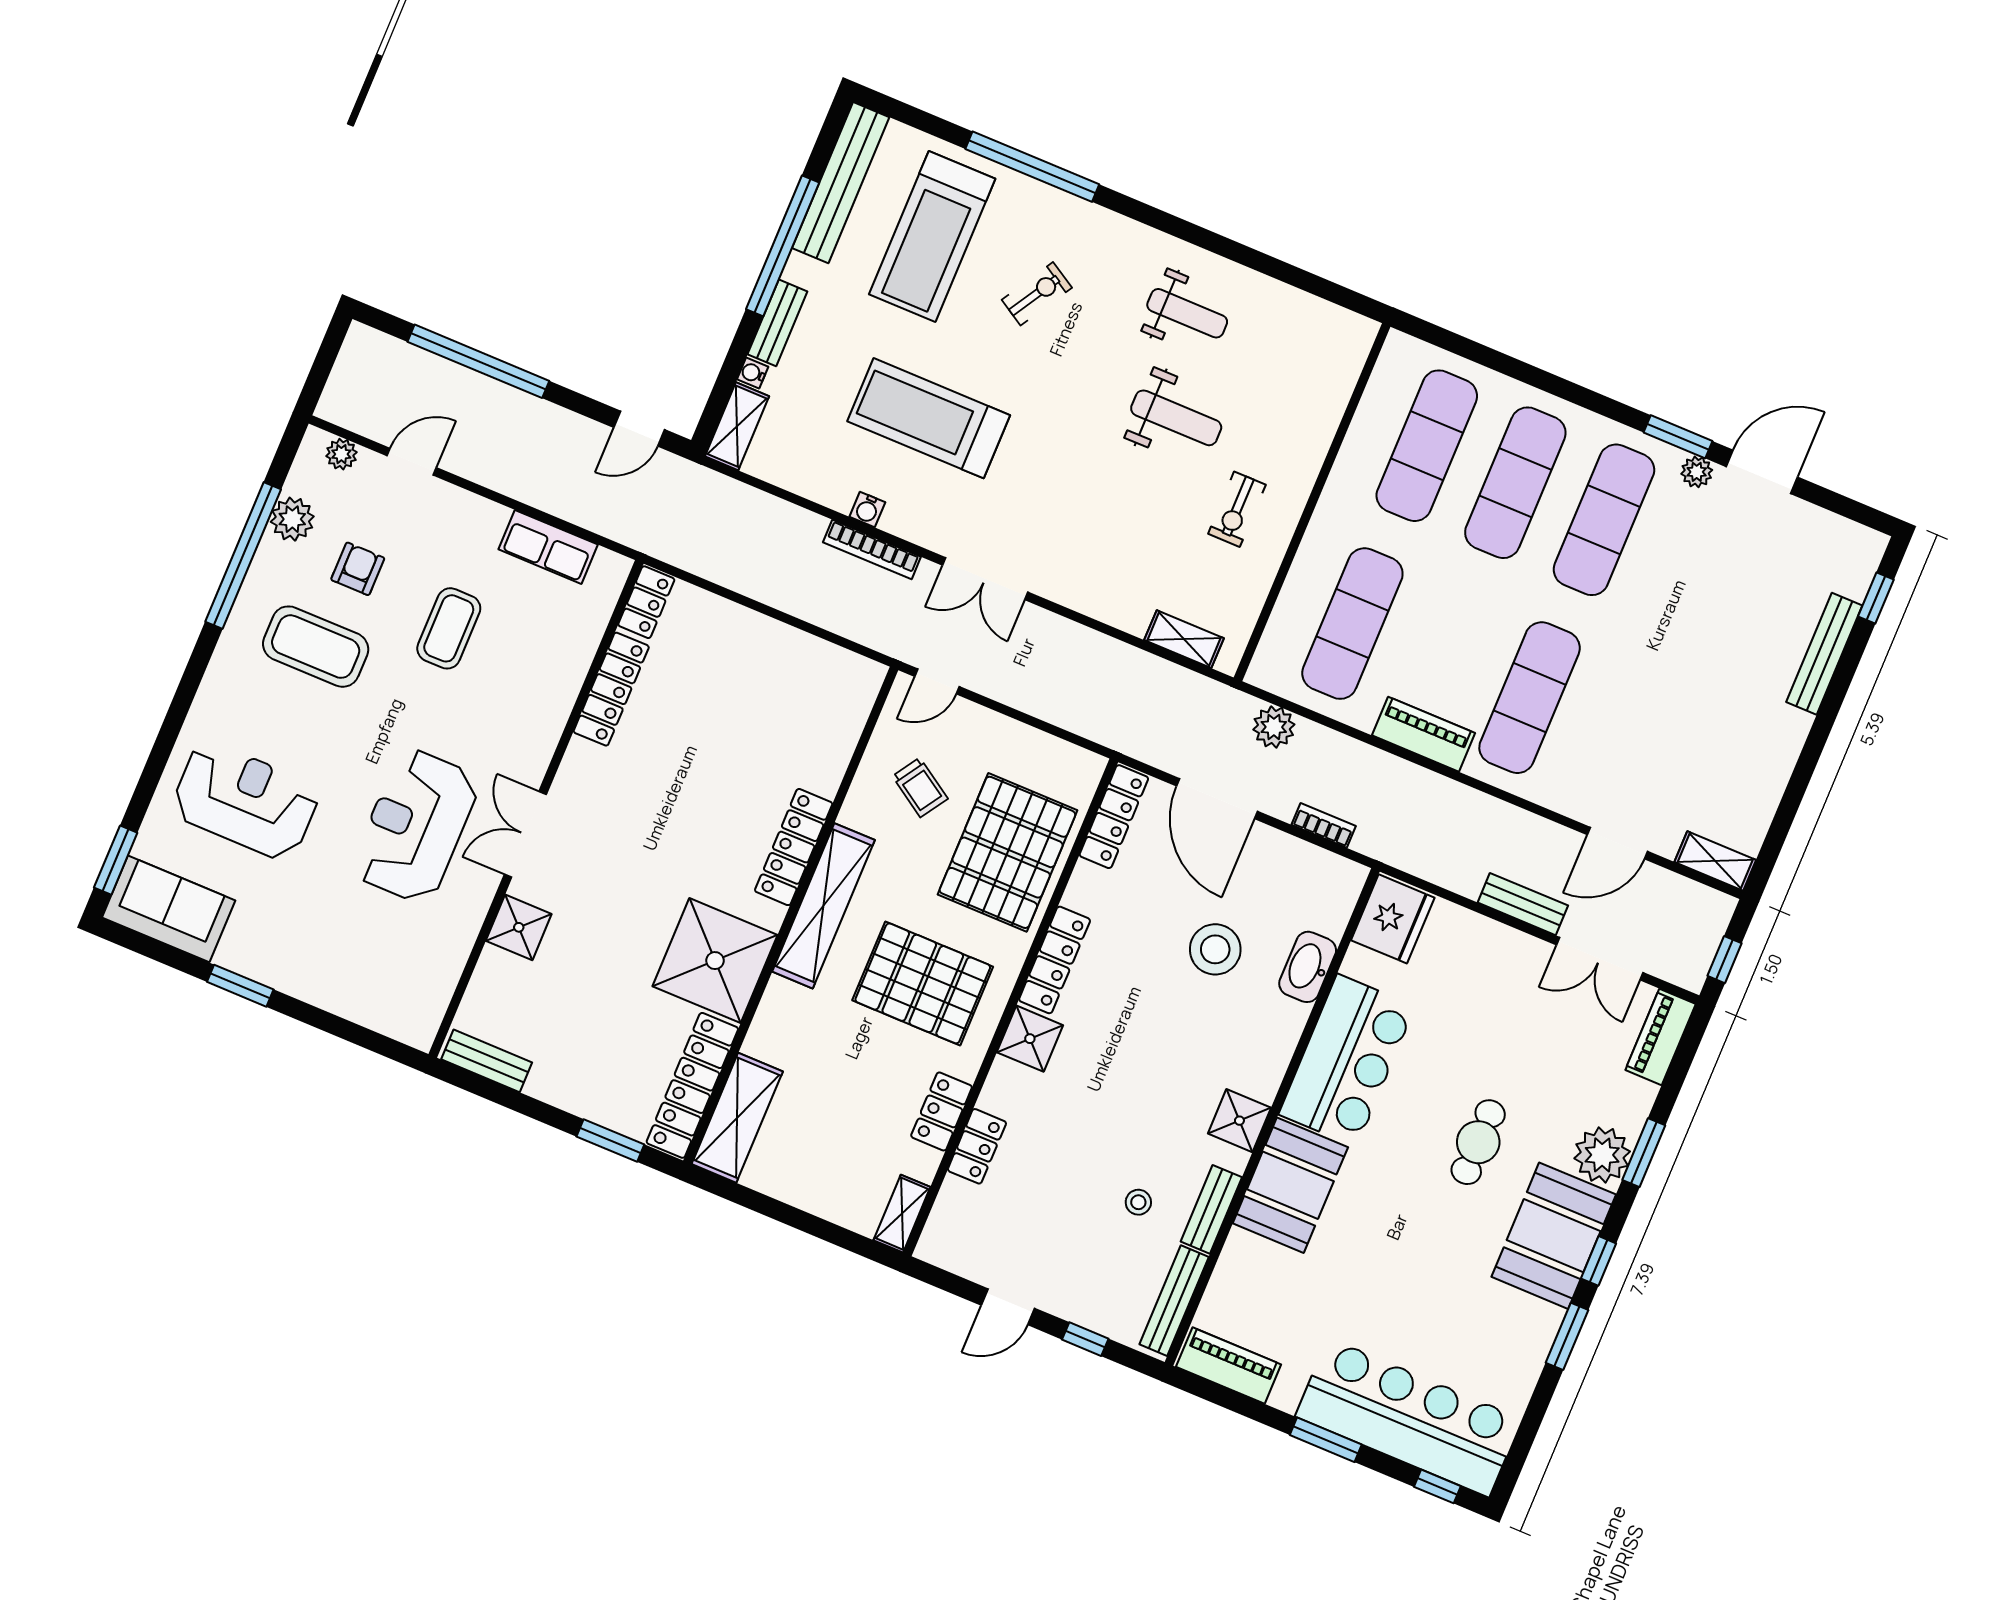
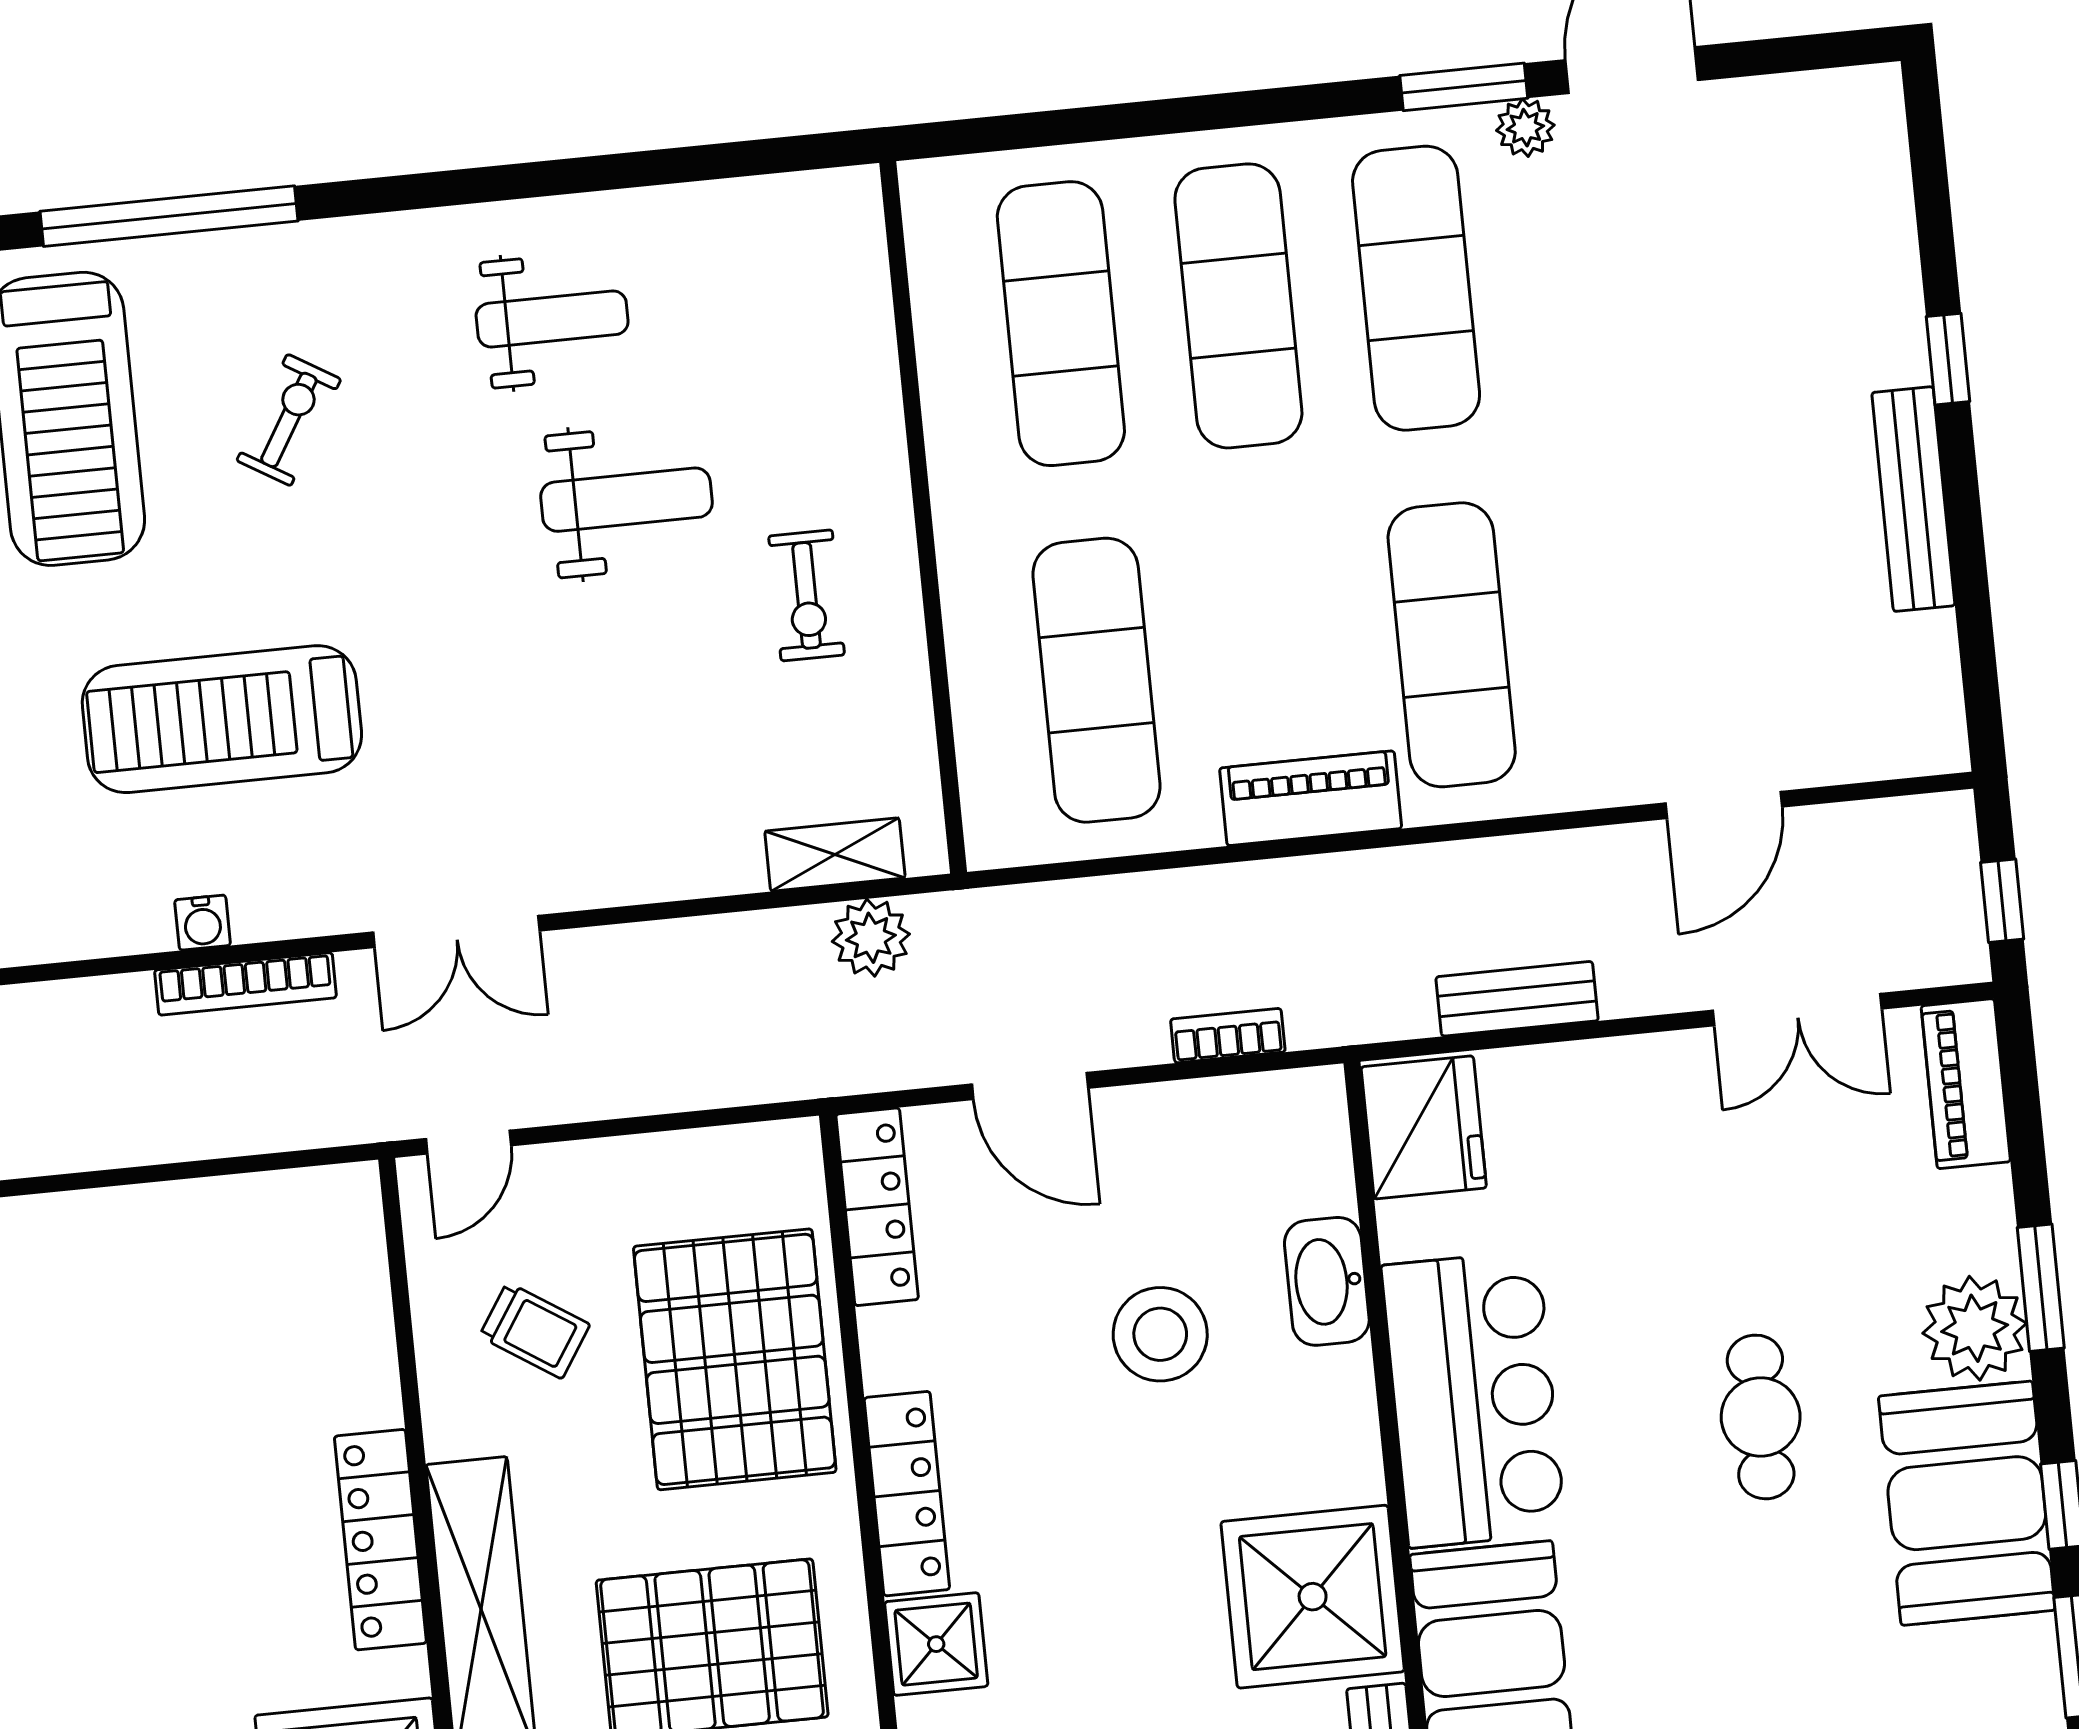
window: (1876, 598) -> (1948, 359), moved
bench: (1824, 654) -> (1913, 499), moved
plant: (1274, 727) -> (871, 938), moved
door: (1217, 799) -> (1030, 1086), width x0.73
shelving: (1715, 861) -> (1900, 748), removed
bench: (1523, 904) -> (1517, 999), moved
shower: (1239, 1121) -> (1313, 1597), width x1.86, depth x1.86

